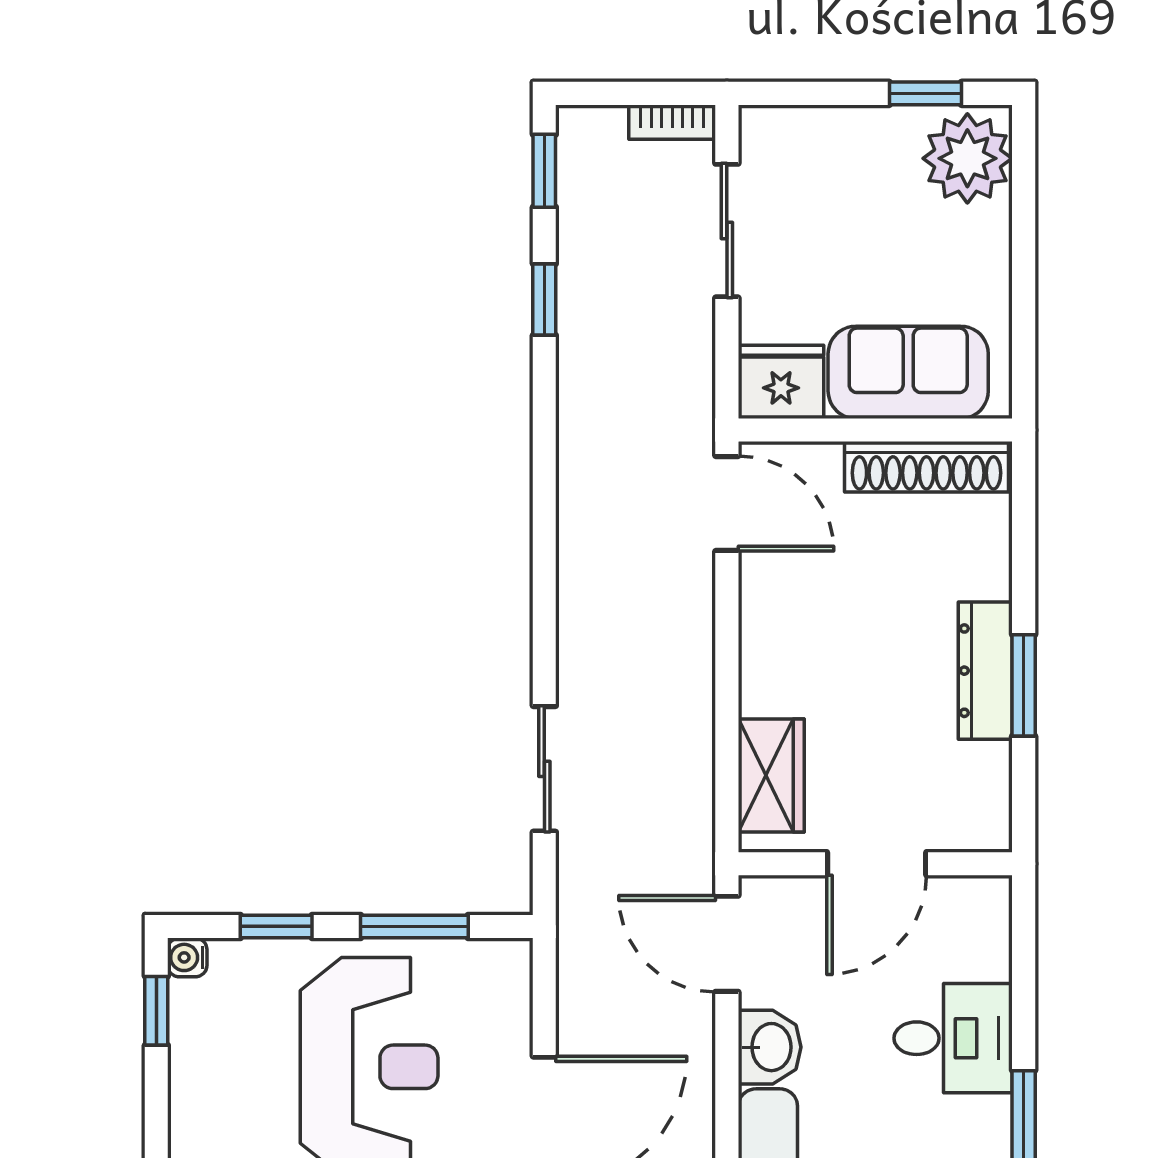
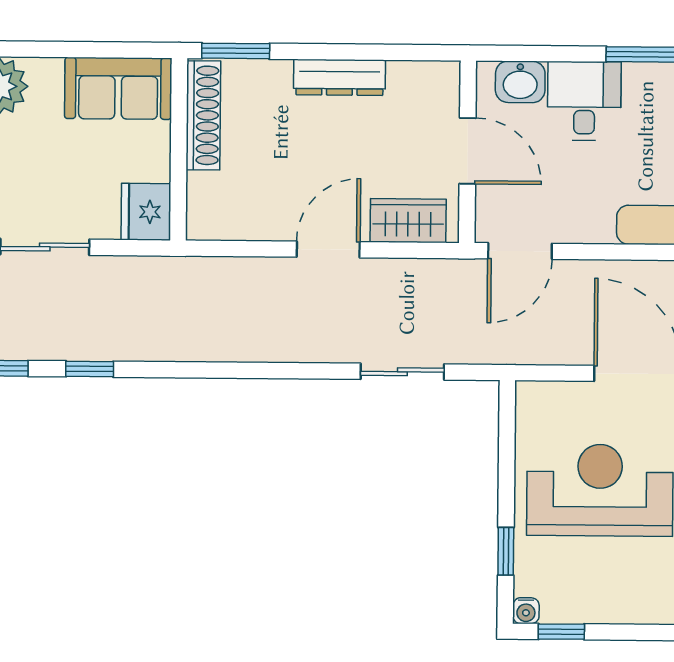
sofa: (908, 372) -> (118, 88), moved, turned -90
door: (727, 504) -> (328, 249), moved
window: (1024, 685) -> (236, 51), moved
window: (414, 926) -> (507, 459), removed
washbasin: (770, 1047) -> (520, 82), moved, turned 180

